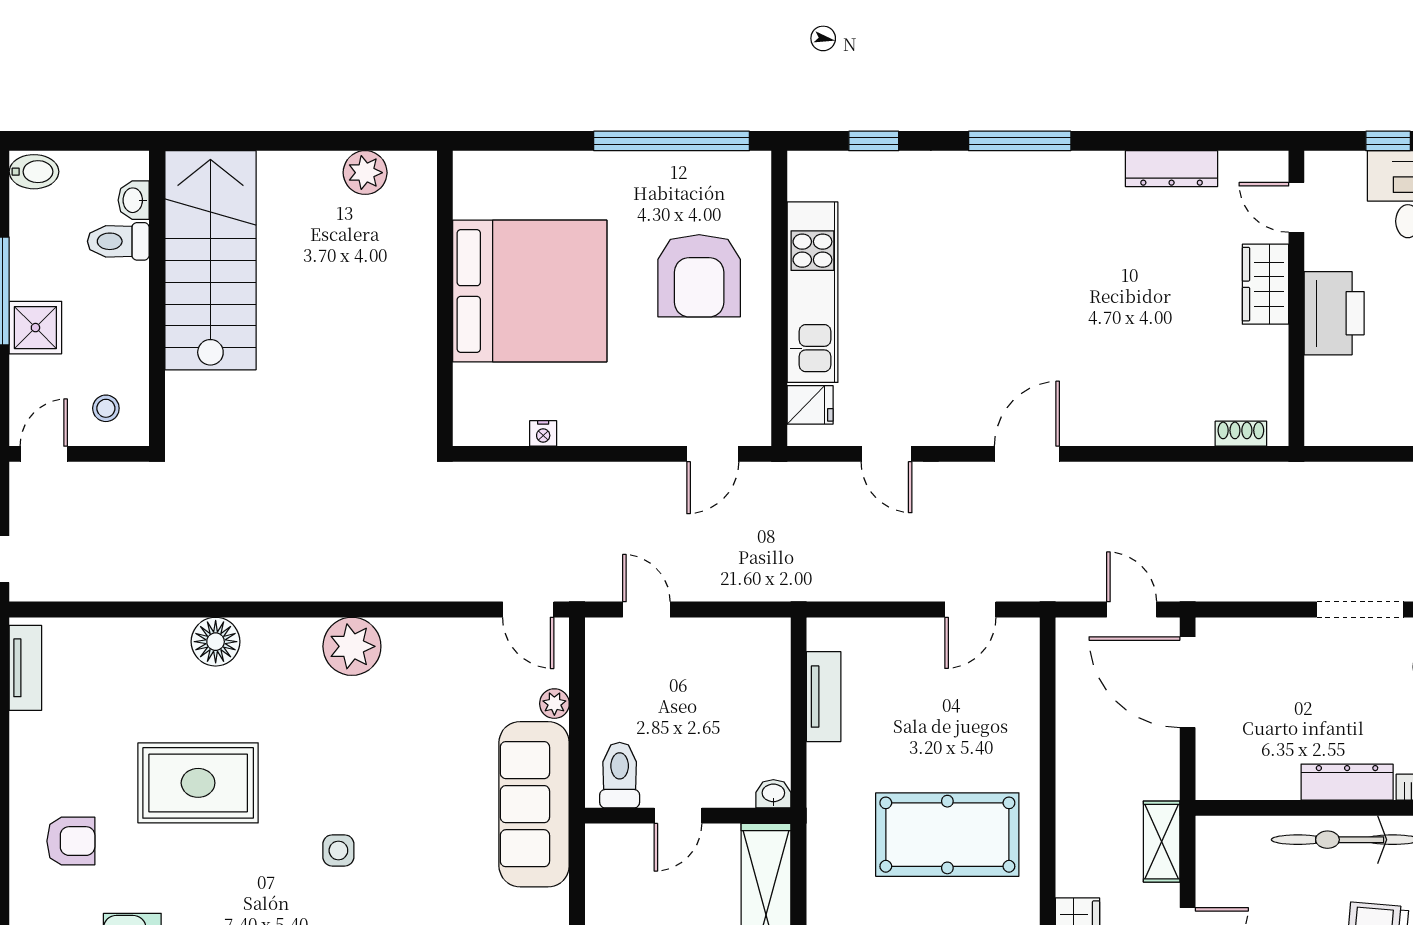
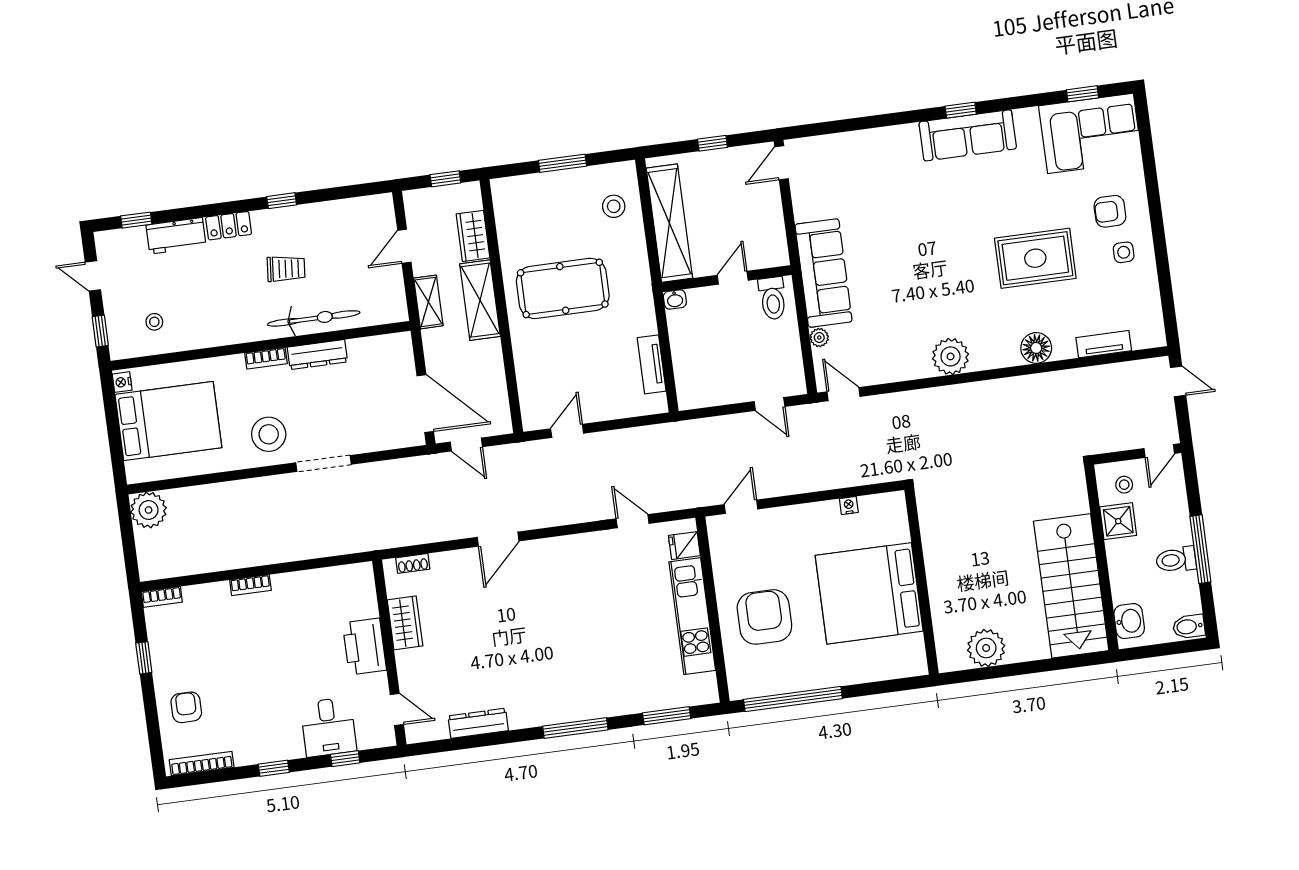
window: (874, 141) -> (667, 716), width x1.50
plant: (365, 173) -> (986, 648), width x1.36, depth x1.36
washbasin: (134, 200) -> (1129, 621), width x1.38, depth x1.45
toilet: (118, 241) -> (1176, 560), moved, turned 180
wardrobe: (1265, 284) -> (405, 623), moved
shower: (35, 328) -> (1118, 521), moved
door: (1027, 454) -> (498, 539), moved
tv unit: (25, 668) -> (1104, 344), moved, turned 90
shelving: (1080, 834) -> (480, 300), added
side table: (338, 850) -> (1124, 252), moved

